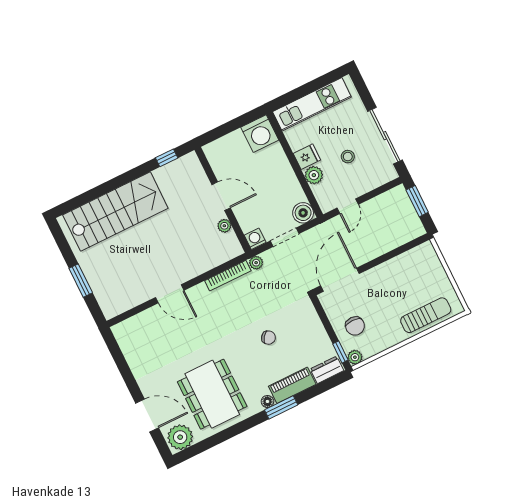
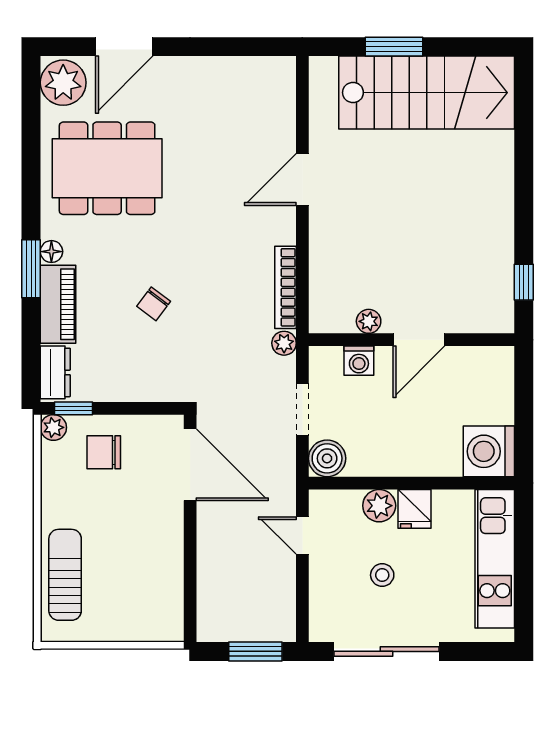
stairs: (115, 212) -> (427, 93), moved, turned -90
washing machine: (255, 239) -> (359, 361), moved, turned 90
sun lounger: (426, 315) -> (65, 575), turned 180

